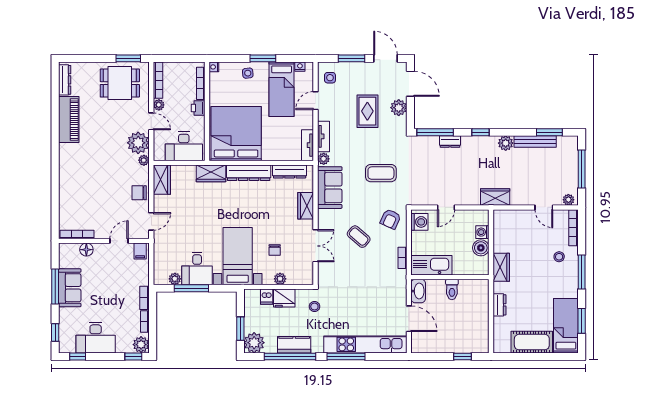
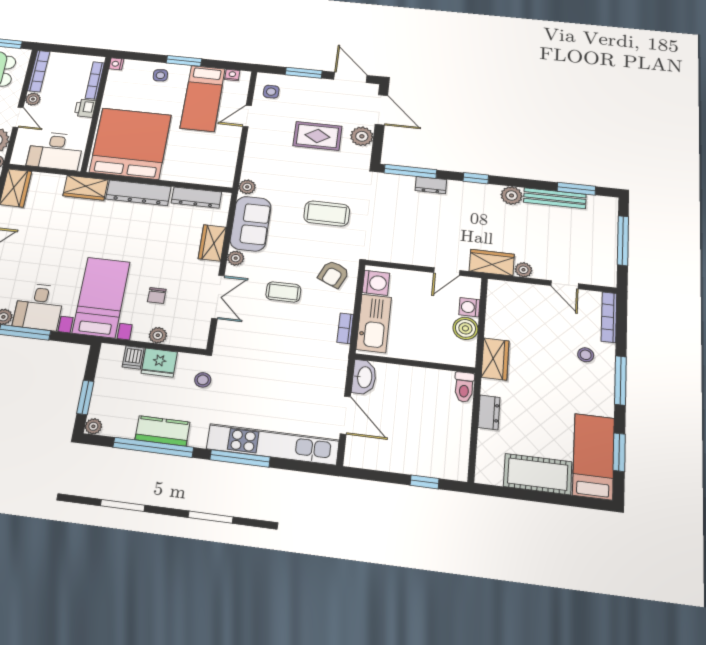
rug: (367, 111) -> (317, 136), turned 90
tv unit: (324, 136) -> (251, 160), removed
tv unit: (308, 145) -> (227, 168), removed
plant: (568, 200) -> (523, 270), moved
door: (446, 207) -> (447, 272), moved
plant: (323, 215) -> (236, 258), added
coffee table: (359, 237) -> (283, 292), turned -41
kitchen sink: (431, 265) -> (374, 323), moved, turned 90
toilet: (452, 289) -> (464, 387), moved
plant: (254, 343) -> (93, 426), width x0.53, depth x0.53

